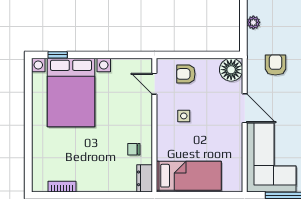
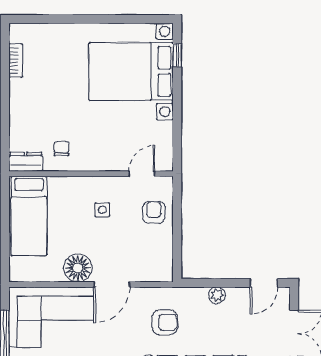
floor lamp: (231, 70) -> (78, 268), moved

